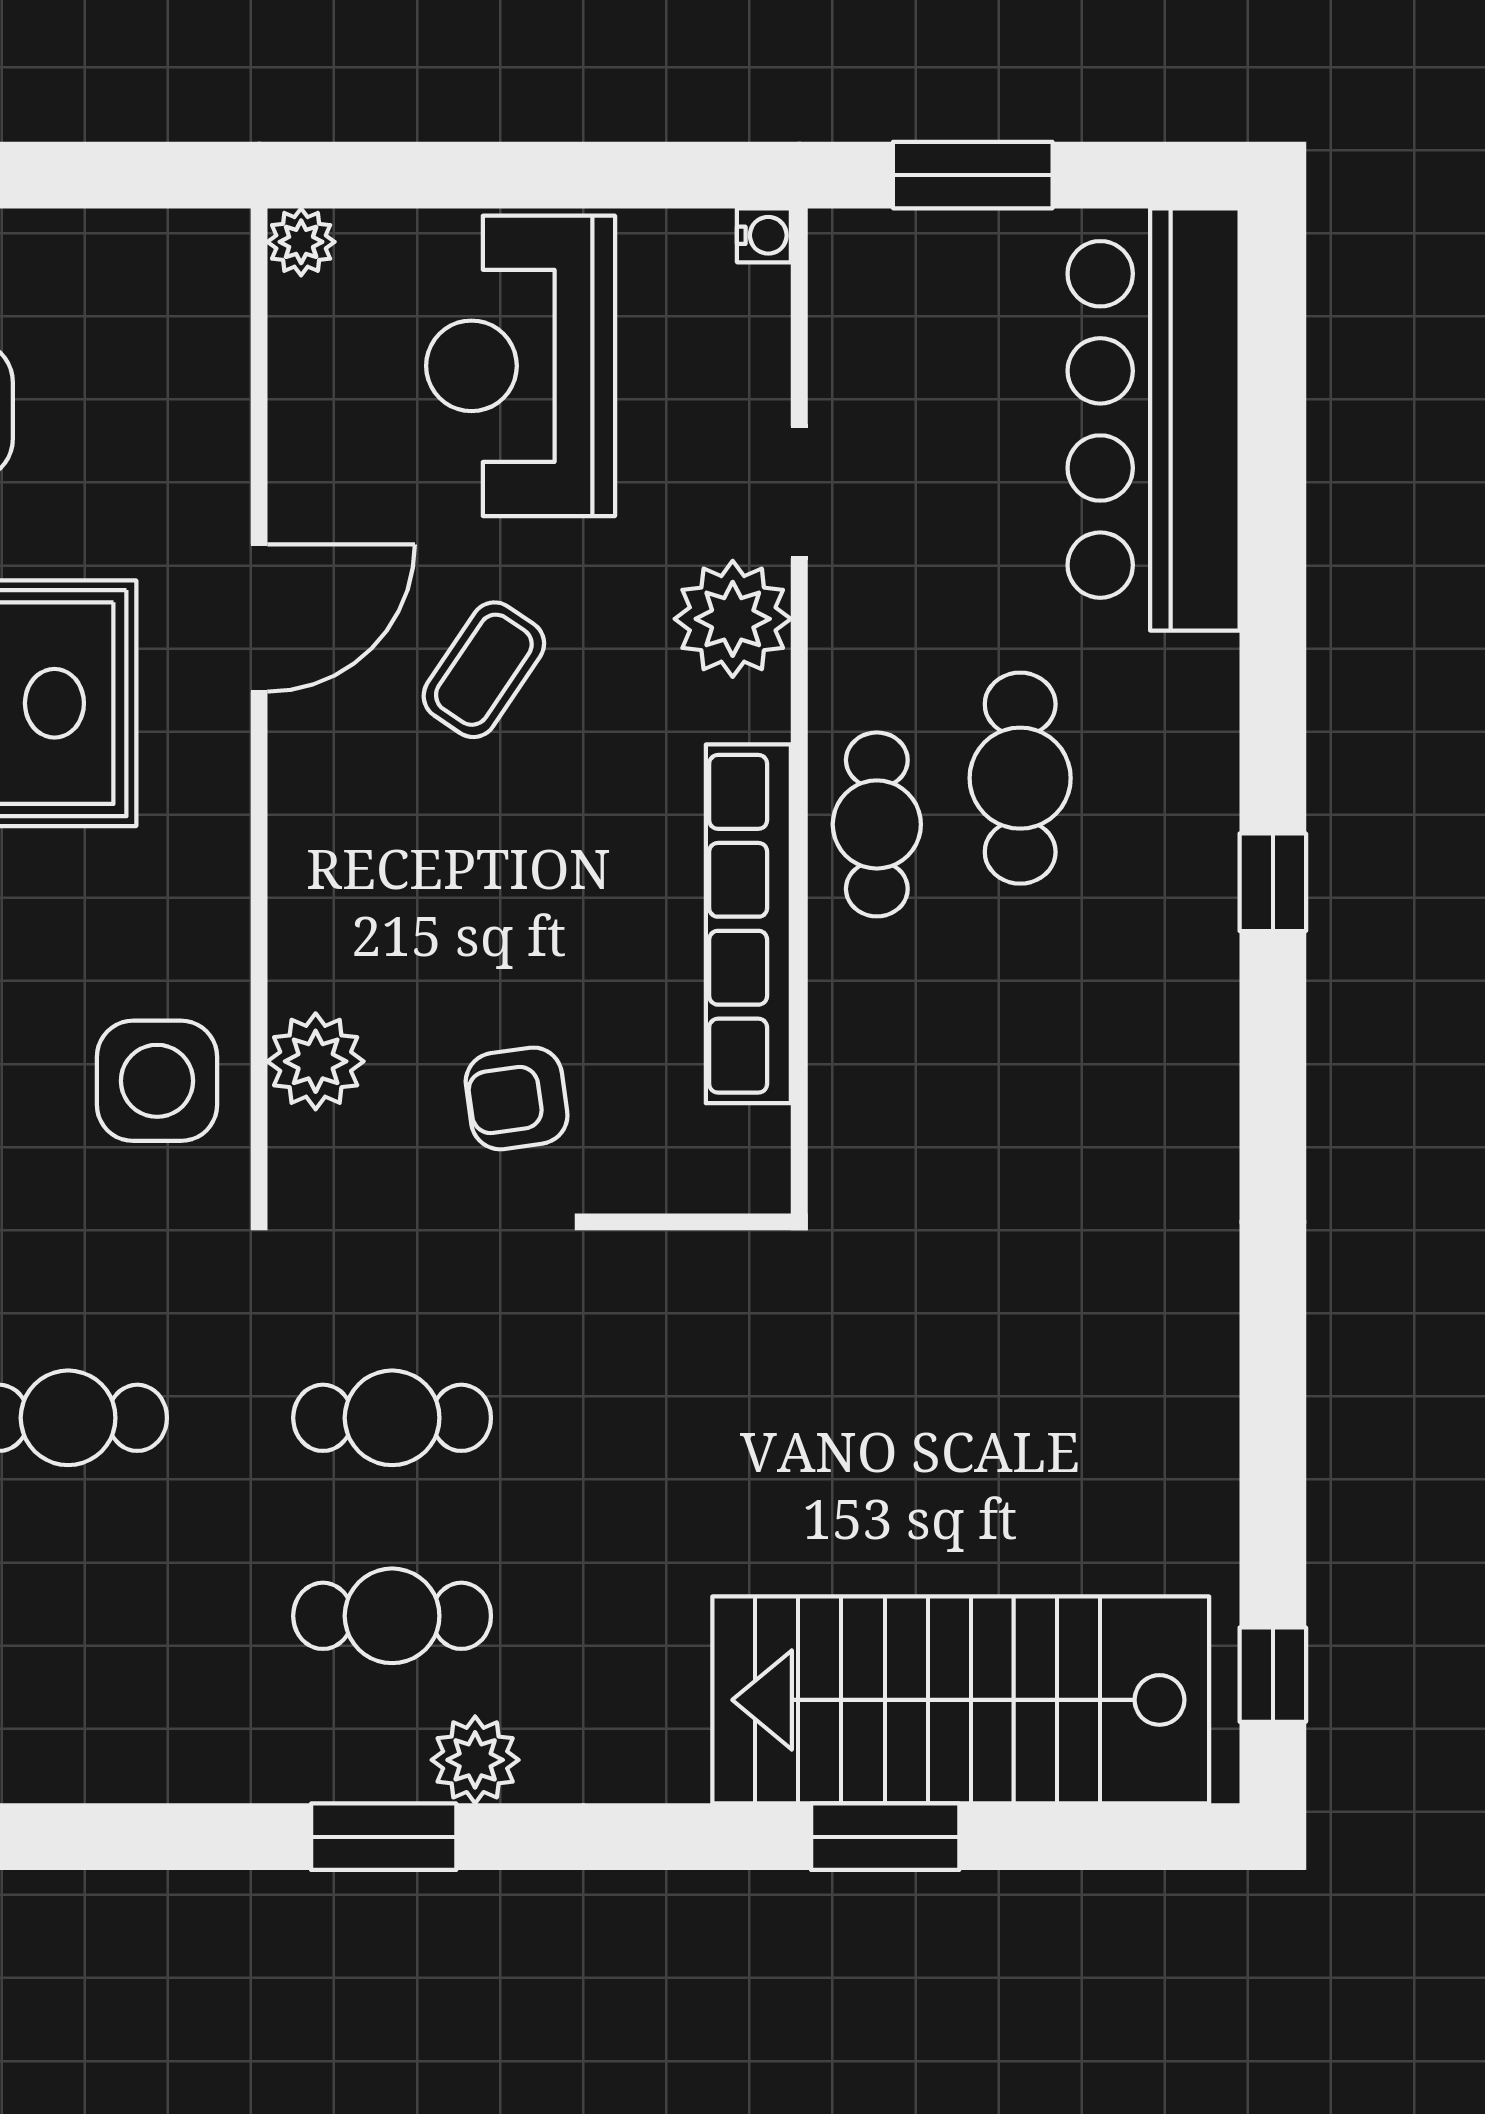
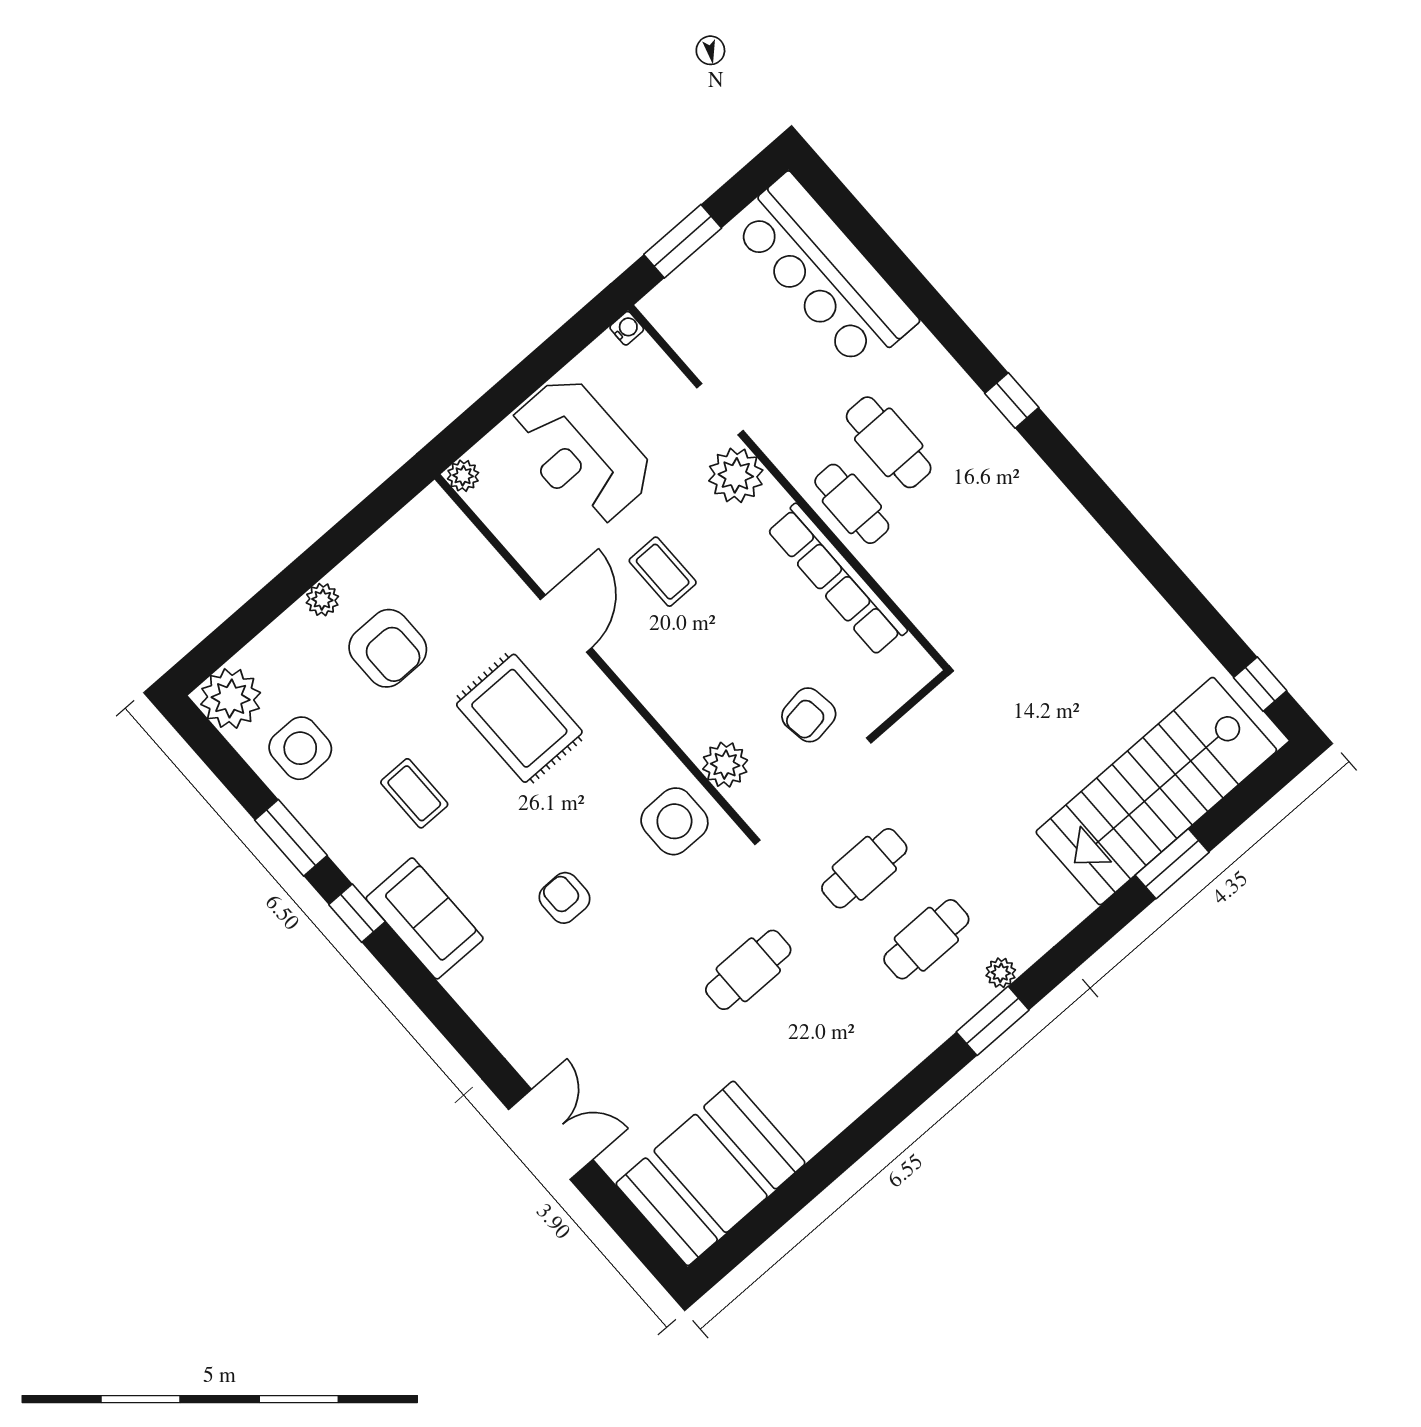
coffee table: (484, 670) -> (663, 572), turned -34
plant: (475, 1760) -> (1001, 973), width x0.73, depth x0.73

